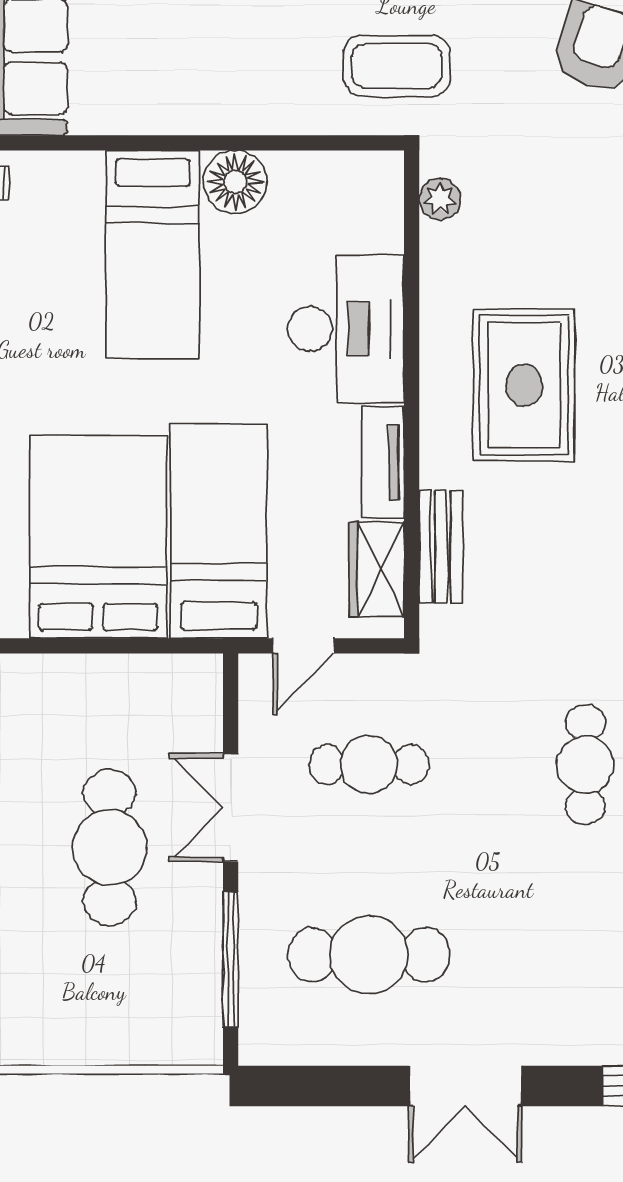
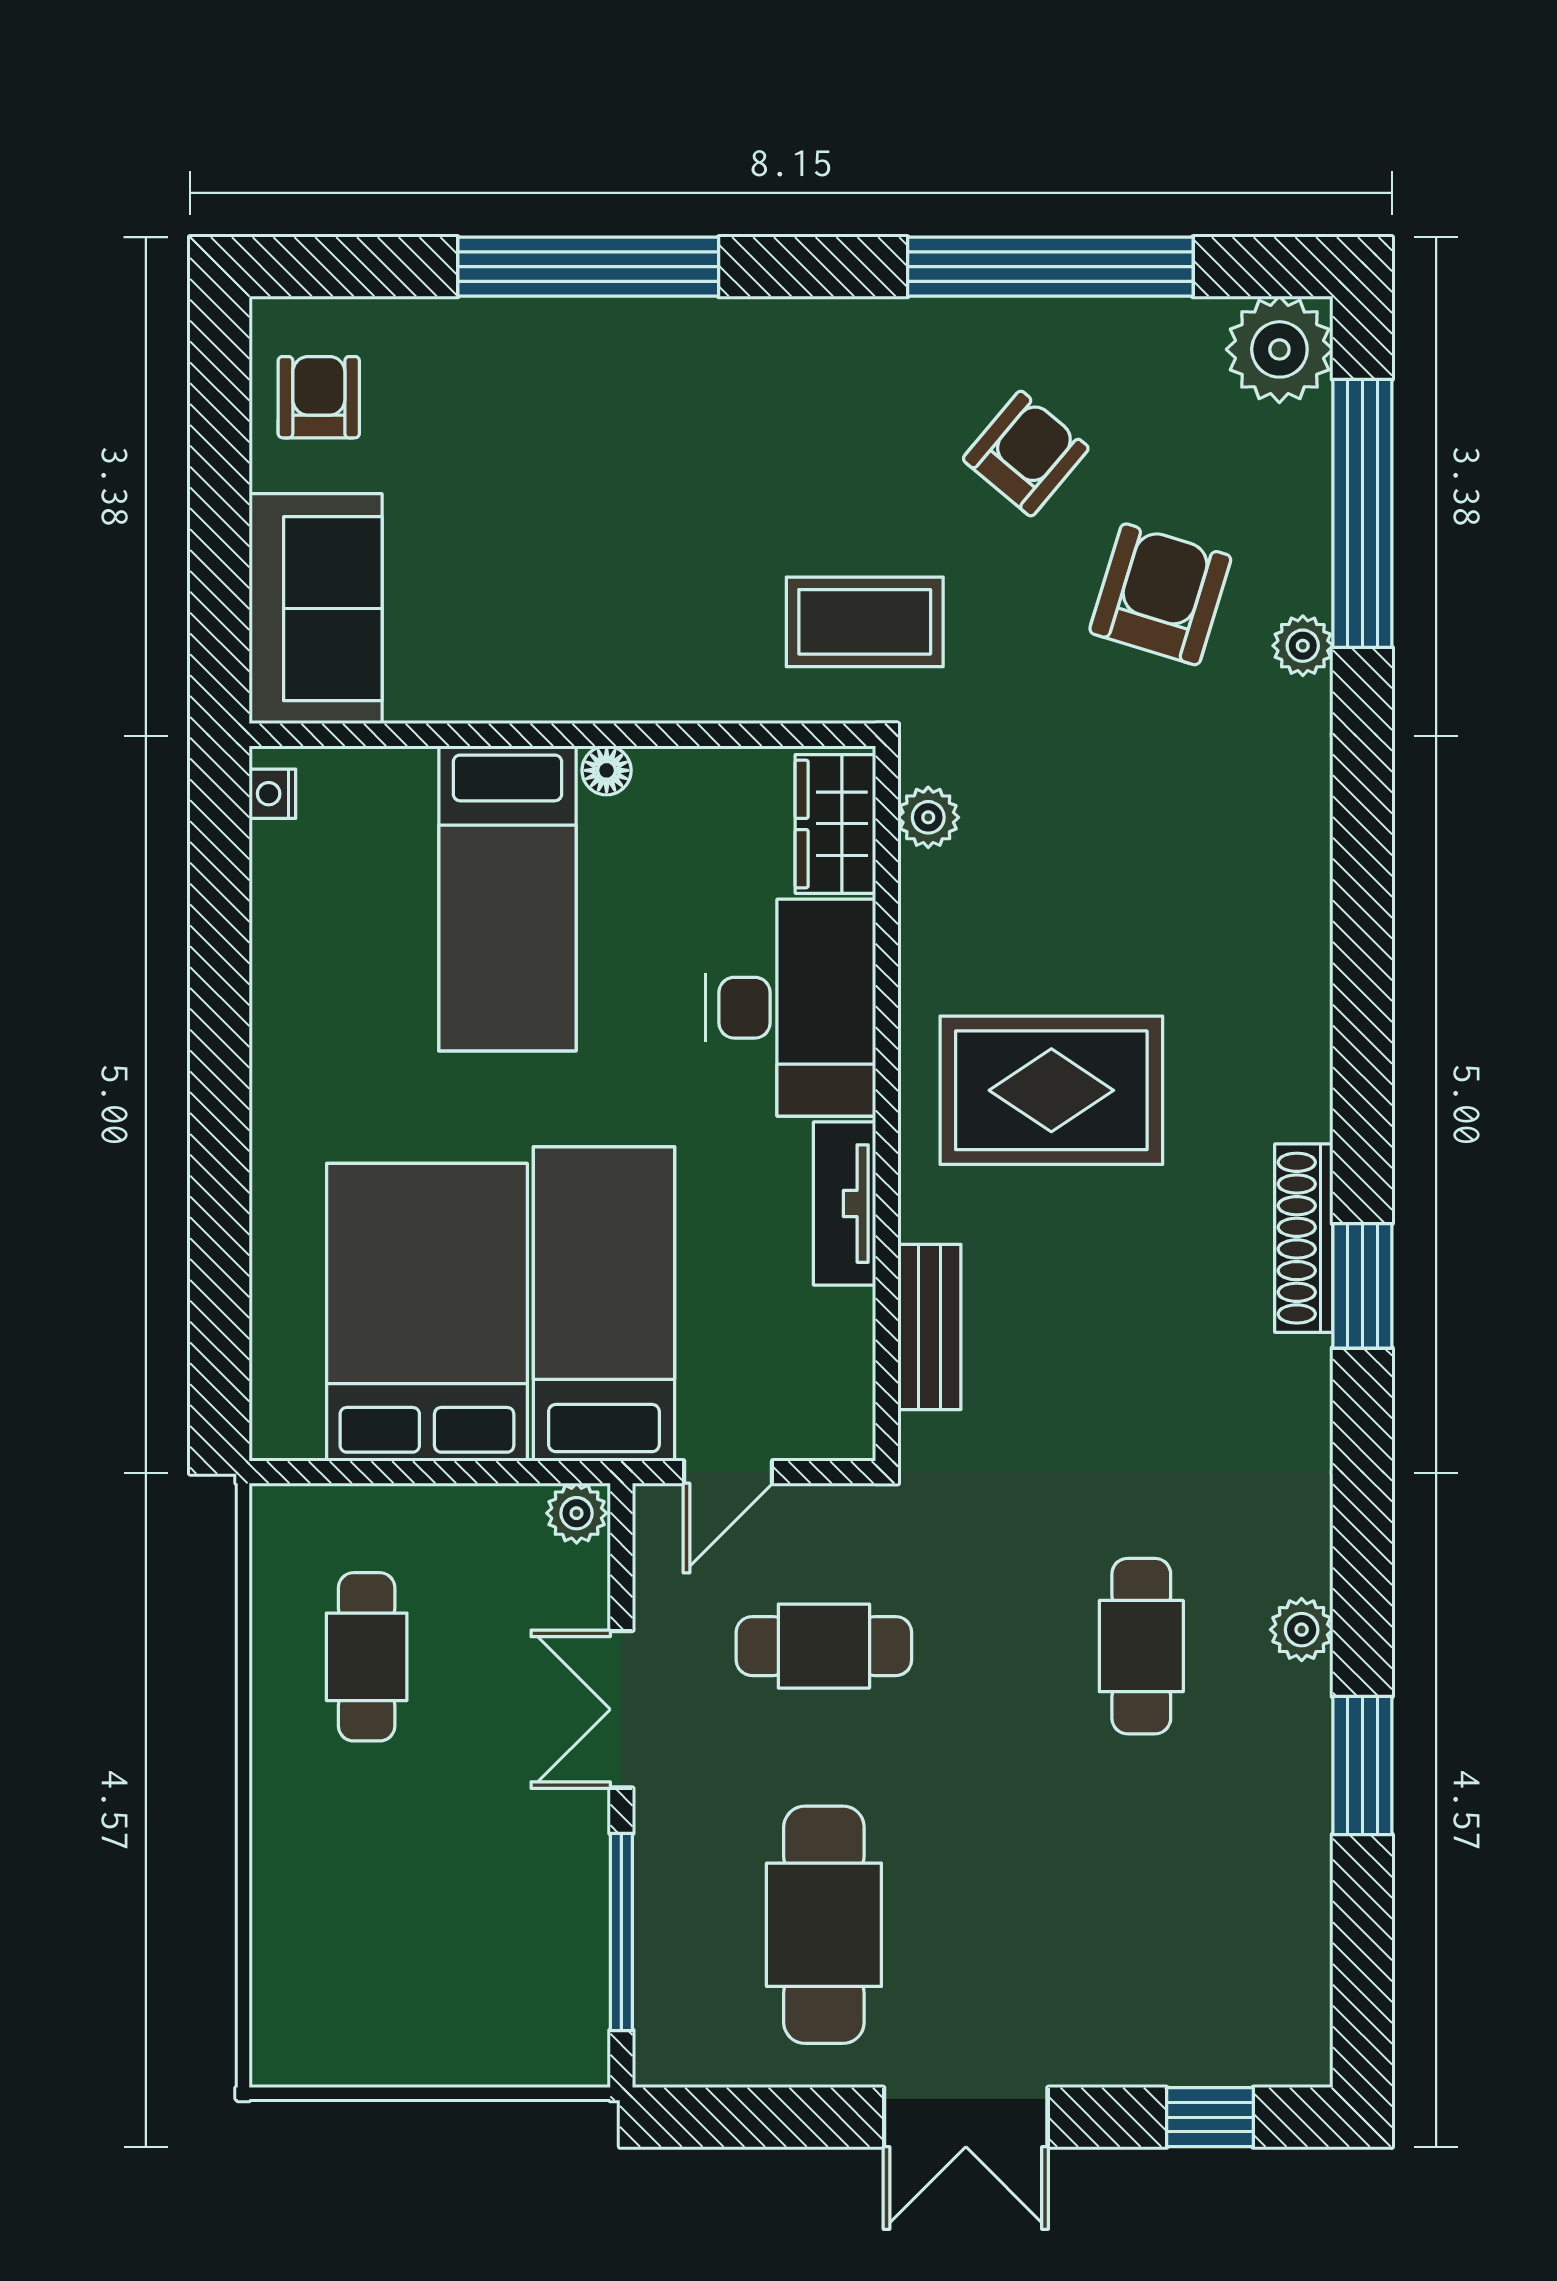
floor lamp: (235, 182) -> (607, 770), width x0.53, depth x0.53
rug: (524, 385) -> (1051, 1090), turned 90
wardrobe: (377, 570) -> (835, 824), moved
plant: (200, 674) -> (577, 1513), added
cafe table: (110, 847) -> (367, 1657), moved, width x0.73, depth x0.74
cafe table: (369, 955) -> (824, 1925), turned 90

